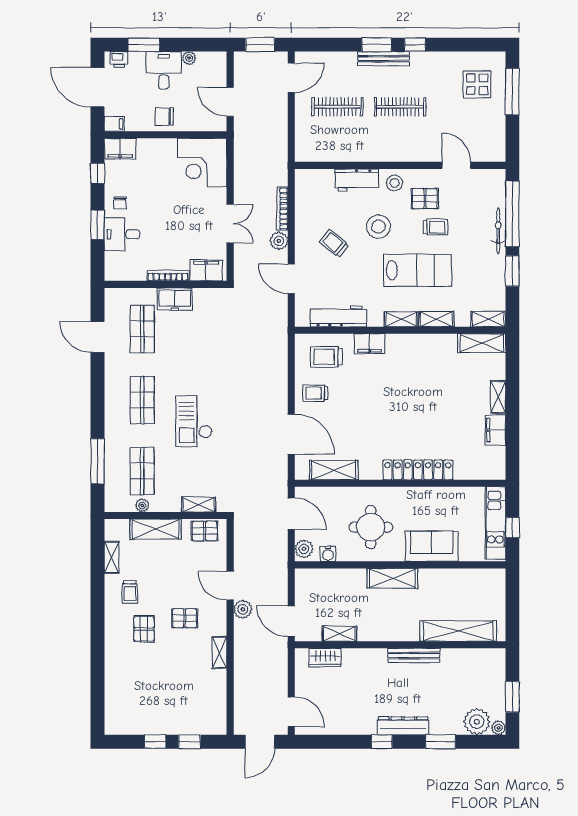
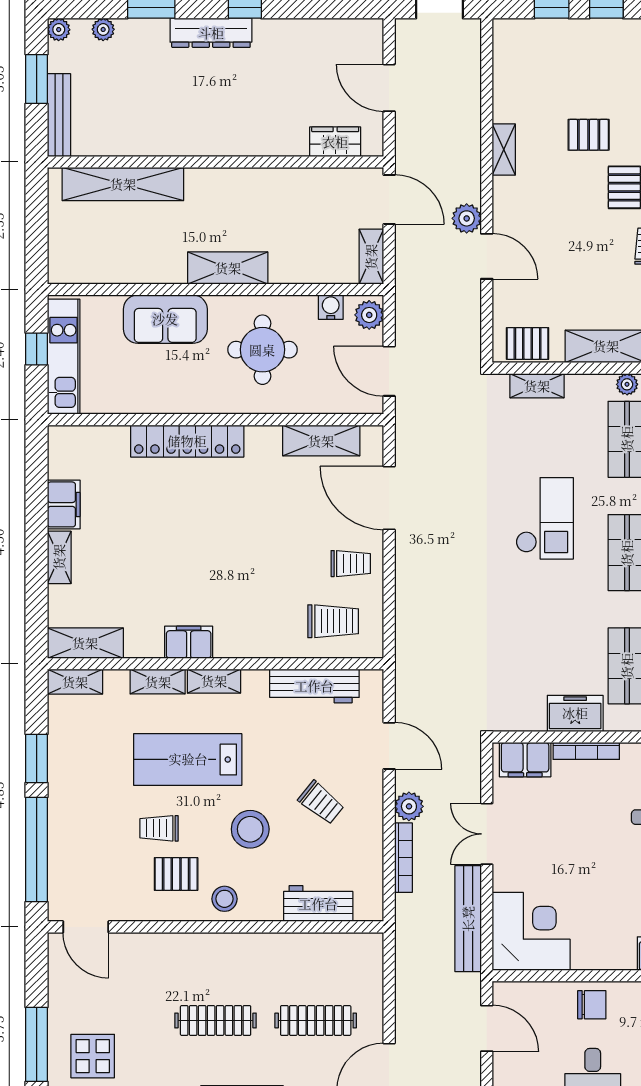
door: (456, 165) -> (86, 927), moved
bench: (242, 171) -> (468, 919), added
workbench: (357, 180) -> (318, 904), moved
bicycle: (498, 231) -> (59, 822), removed
filing cabinet: (370, 344) -> (189, 642), moved
pallet: (185, 618) -> (589, 135), moved
shelving: (339, 634) -> (371, 257), moved, turned 90
bench: (414, 655) -> (59, 115), moved, turned 90
door: (291, 712) -> (389, 88), moved
plant: (477, 722) -> (103, 29), width x0.53, depth x0.53

